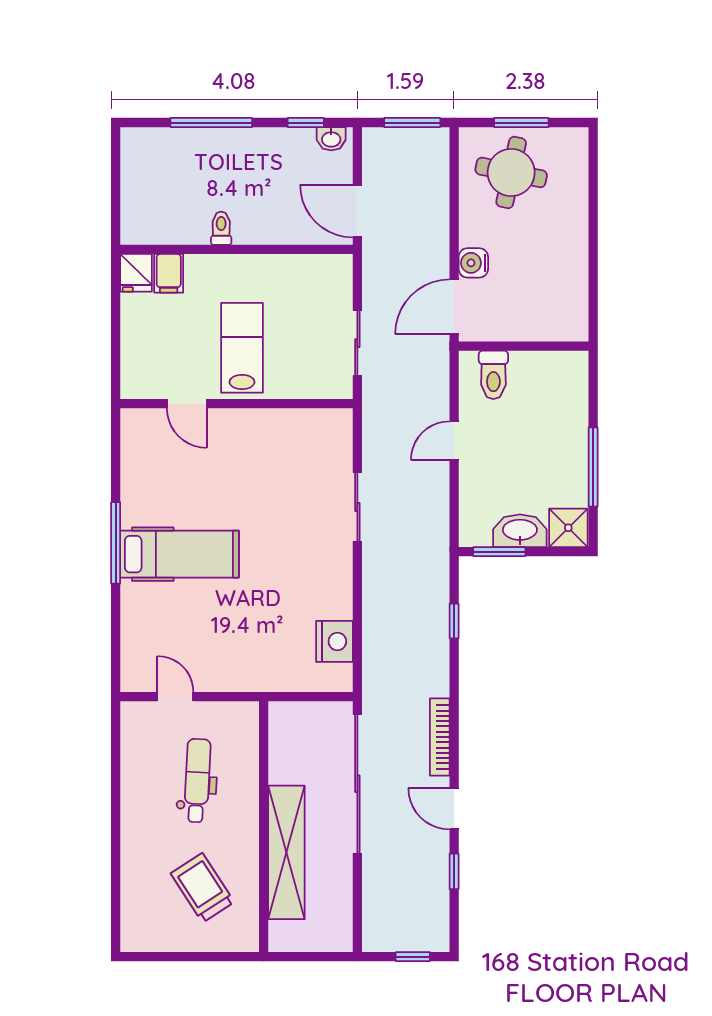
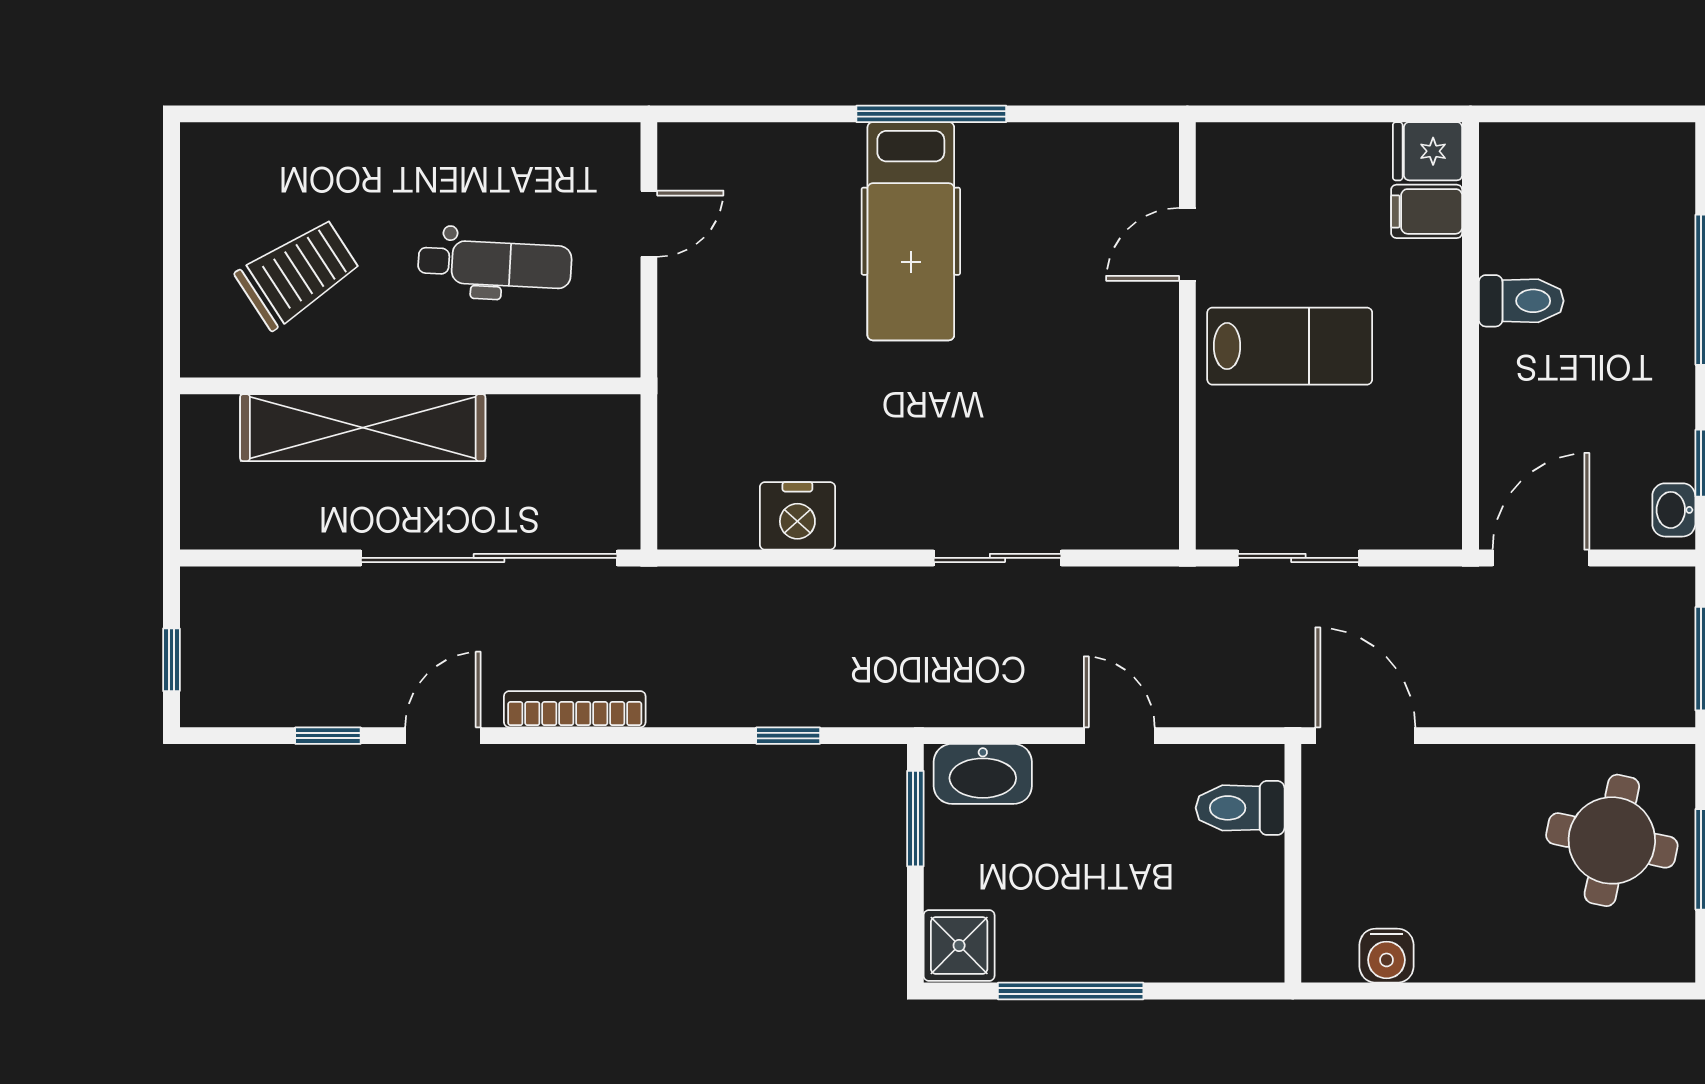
toilet: (221, 228) -> (1521, 301), width x1.37, depth x1.39
water cooler: (473, 263) -> (1387, 956), moved, turned 180
washbasin: (520, 531) -> (983, 774), moved, turned 90
nightstand: (334, 641) -> (797, 516), moved

